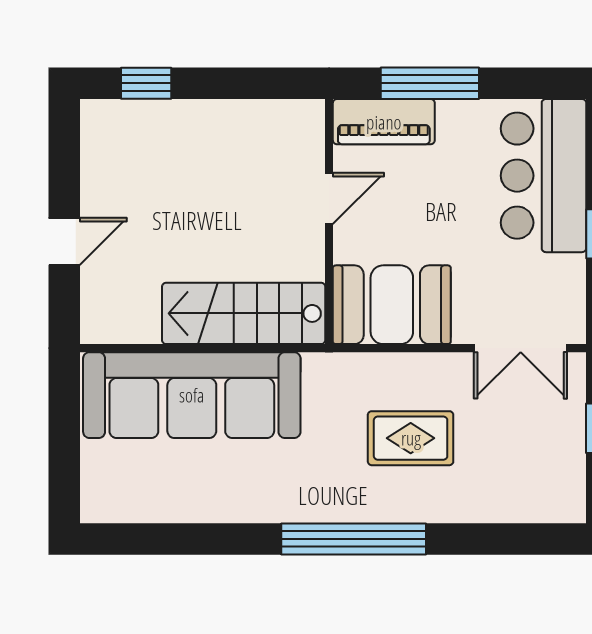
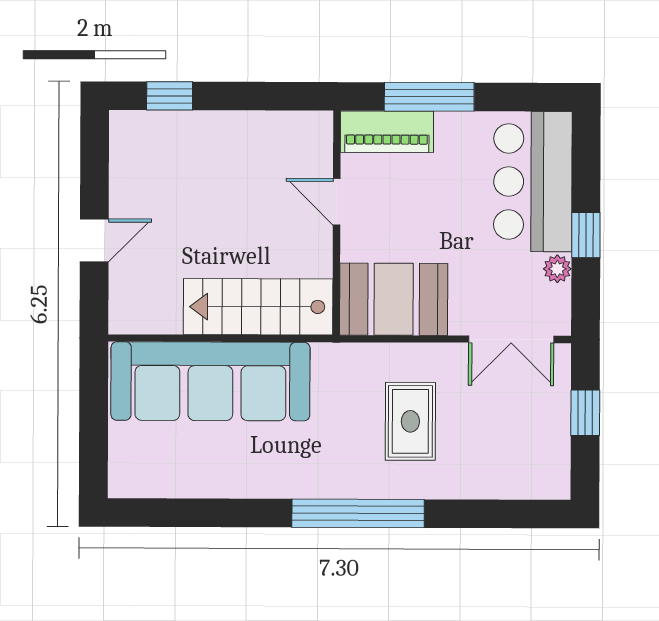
door: (329, 198) -> (337, 202), swing flipped
plant: (571, 271) -> (557, 269), added
rug: (411, 438) -> (410, 421), turned 90

